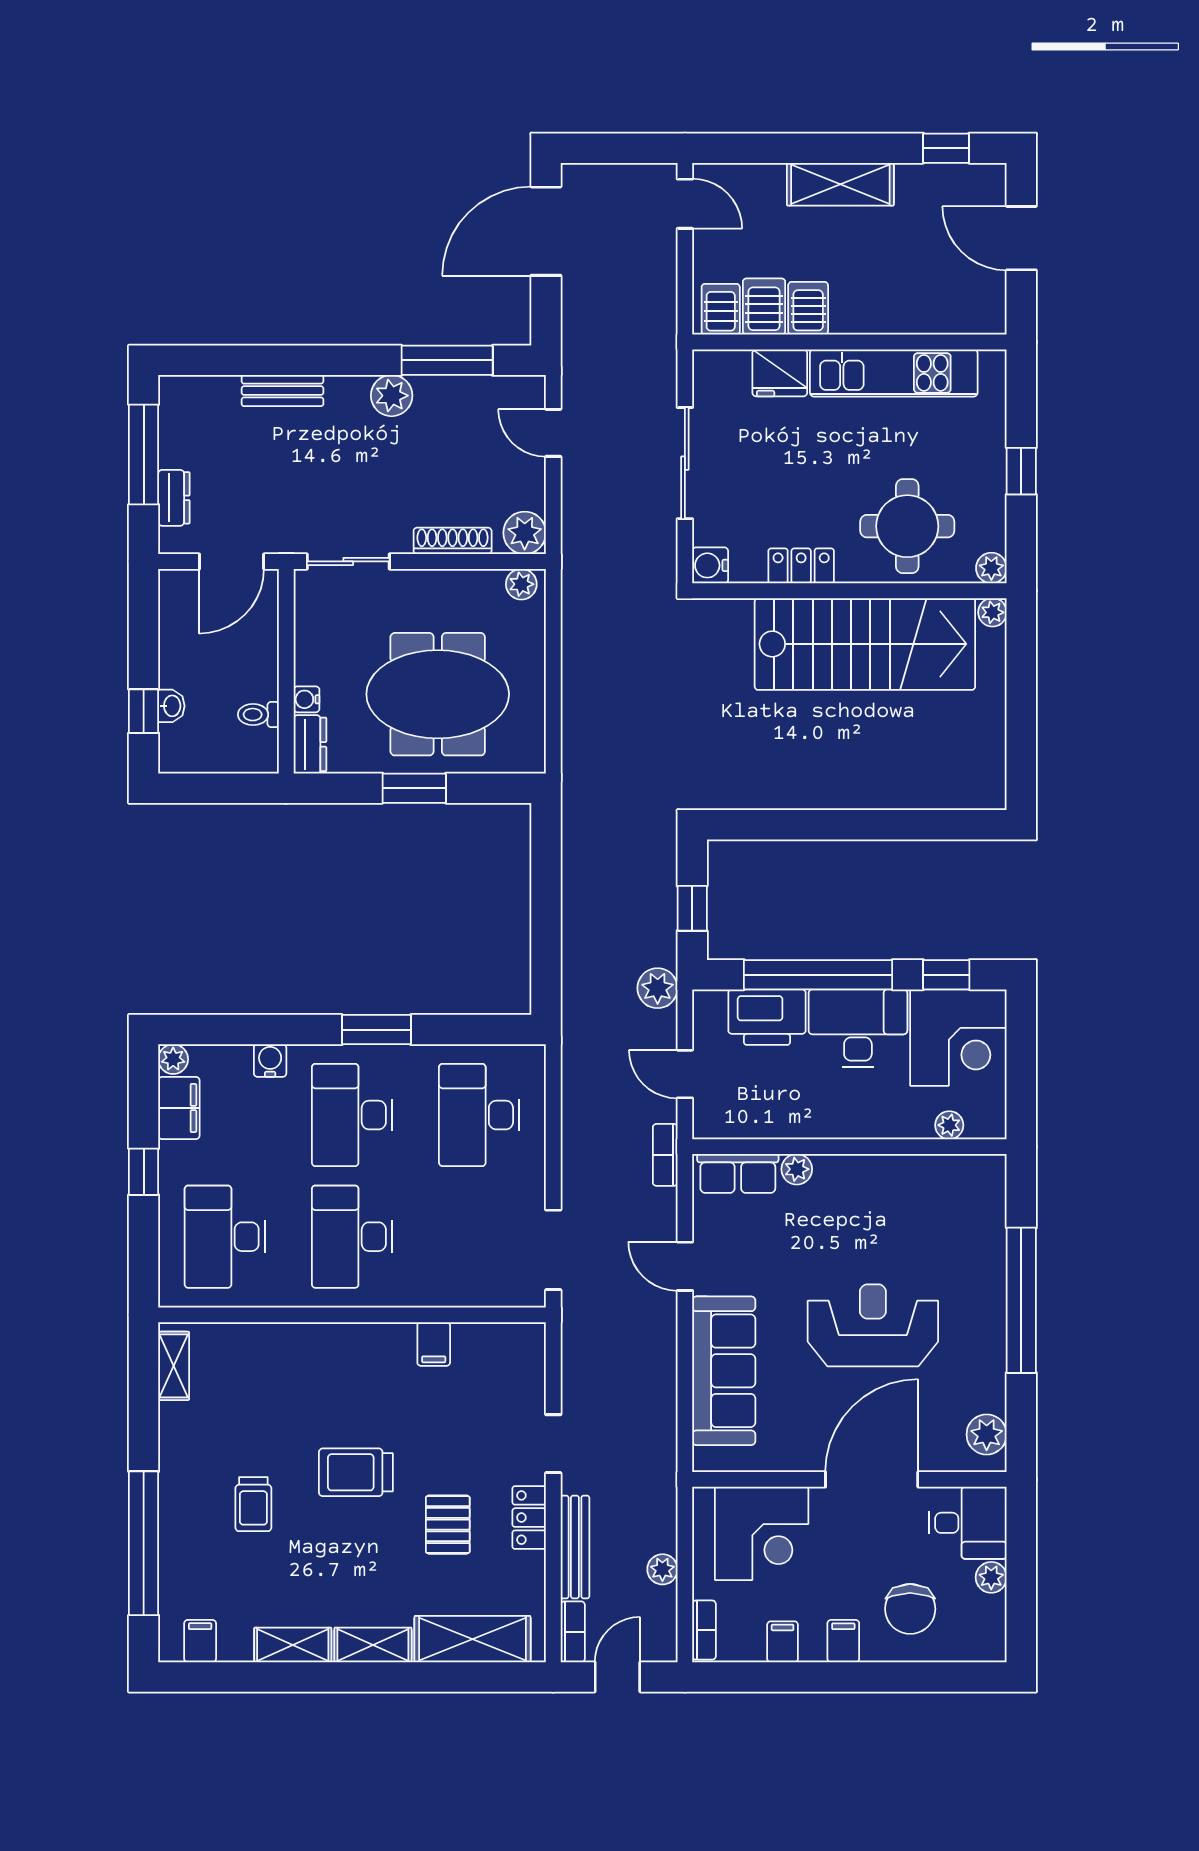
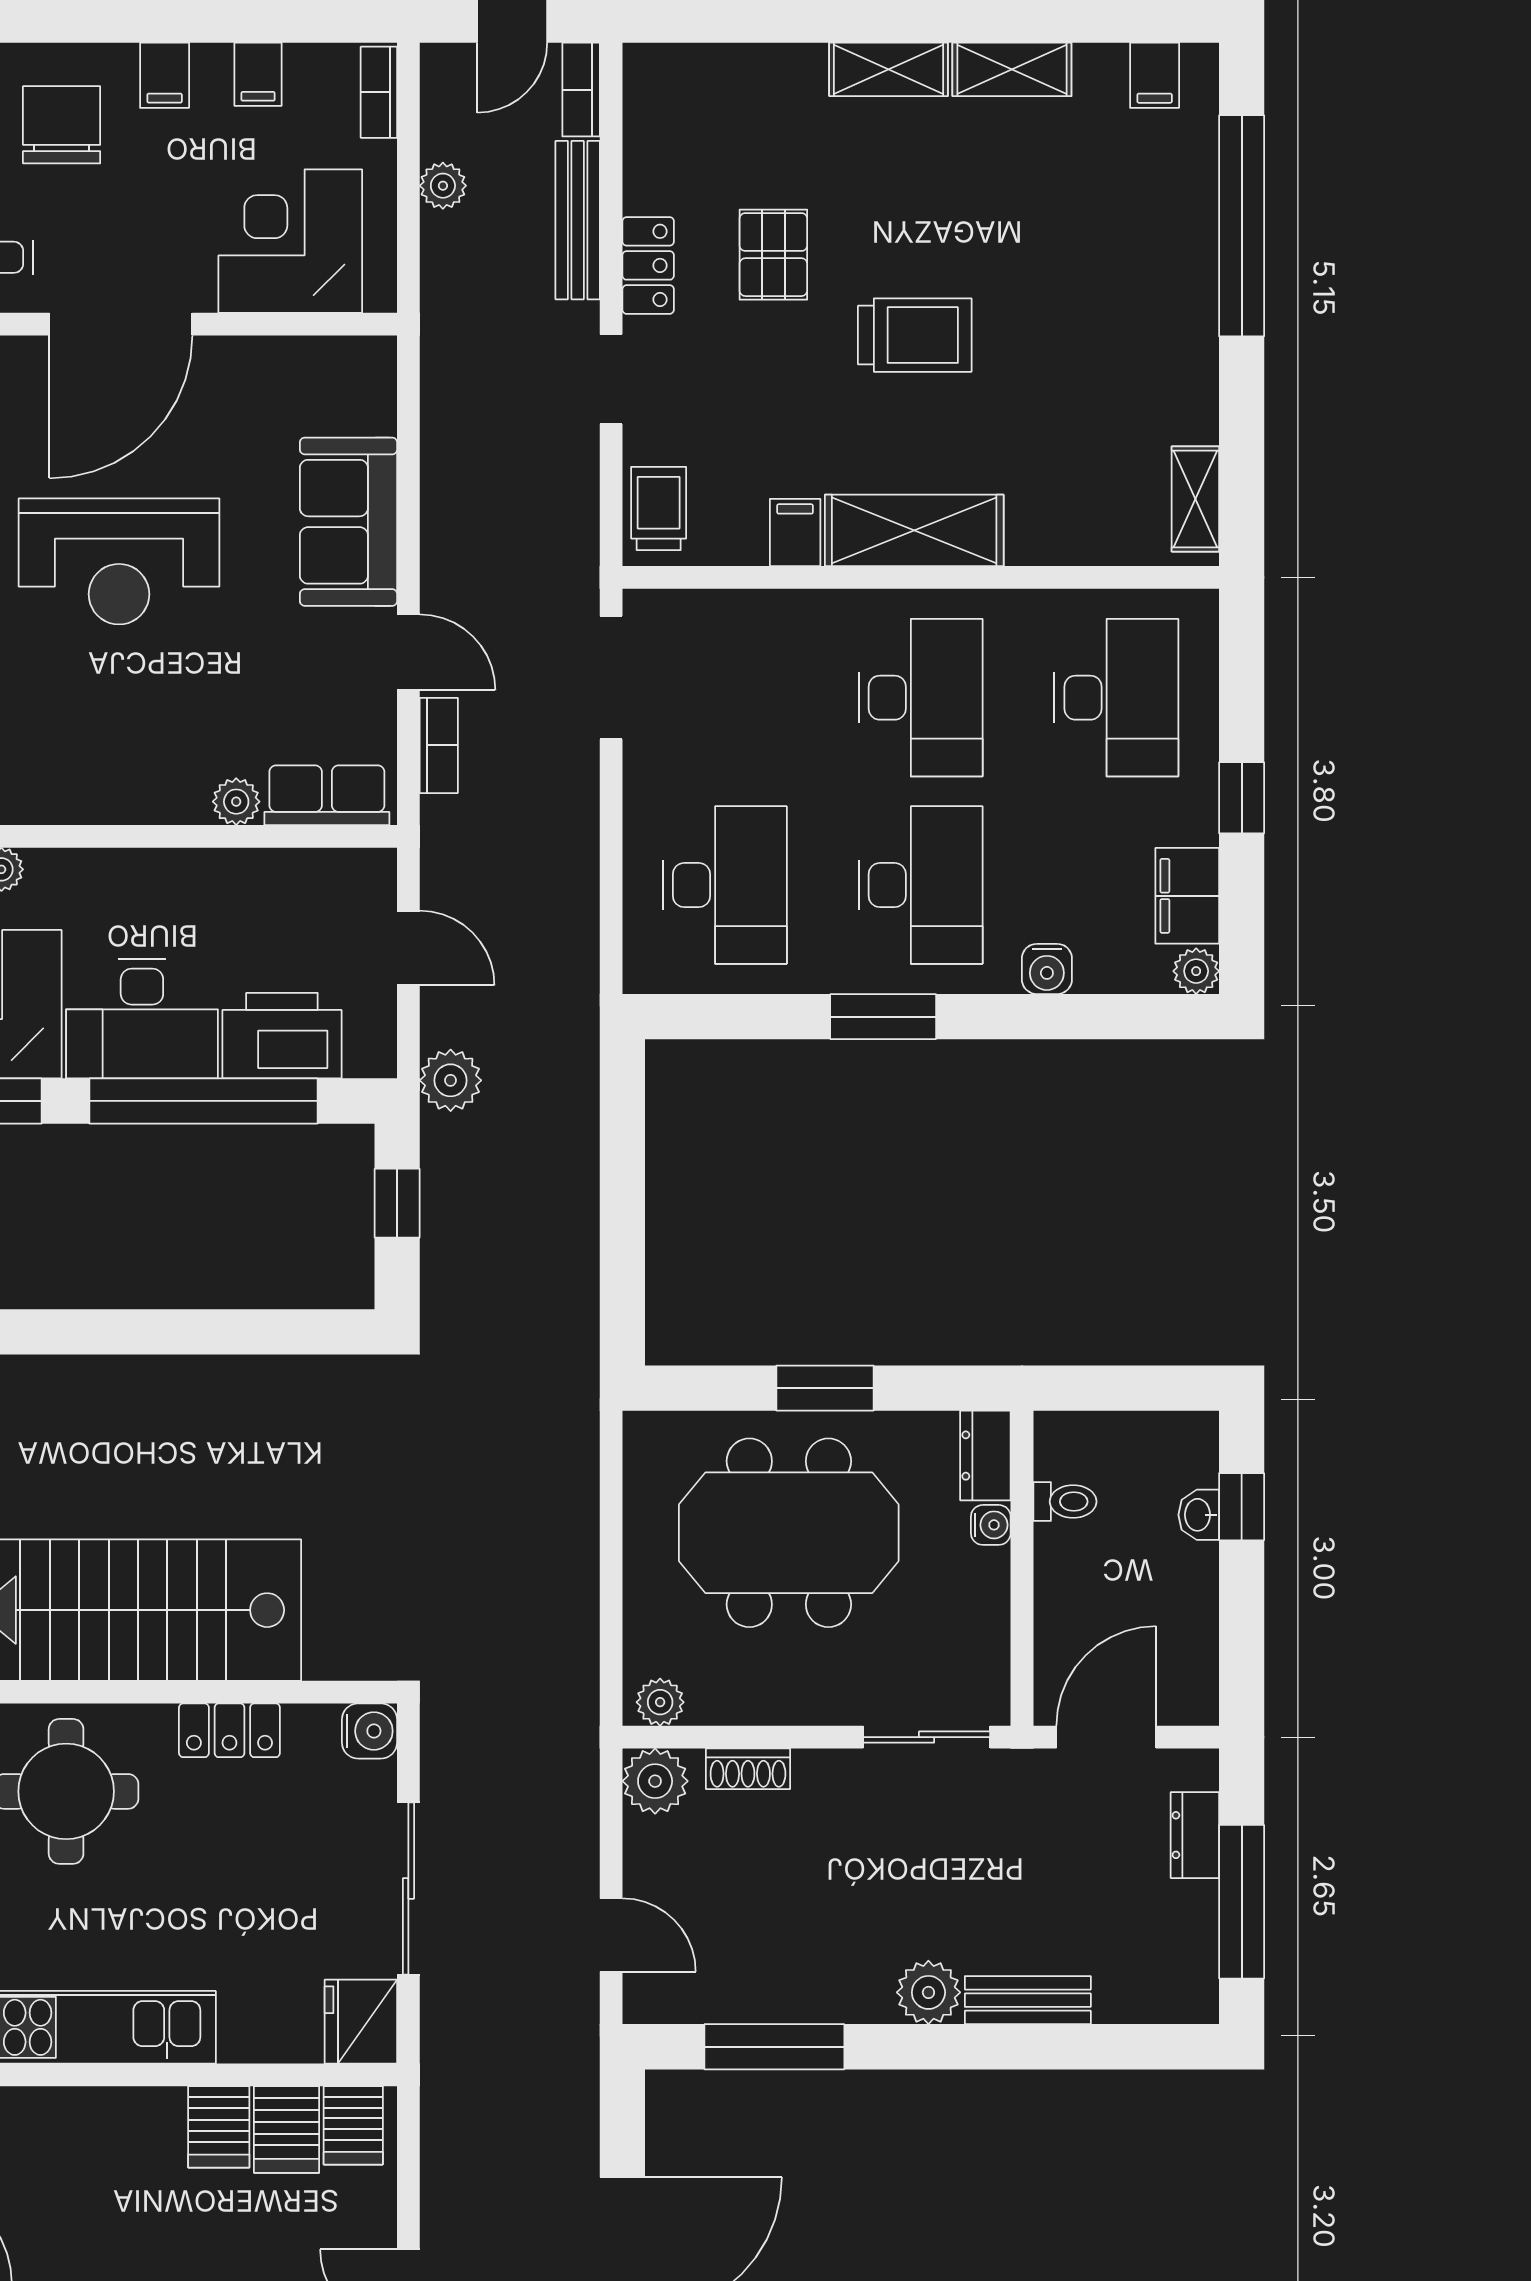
fridge: (780, 373) -> (361, 2022), moved, turned -90
plant: (392, 396) -> (928, 1992), moved
shoe rack: (453, 541) -> (748, 1769), width x0.70
bookcase: (665, 1155) -> (439, 745), moved
sofa: (724, 1371) -> (348, 522), width x0.73
trolley: (253, 1504) -> (659, 509), moved
shelving: (473, 1639) -> (914, 530), moved

